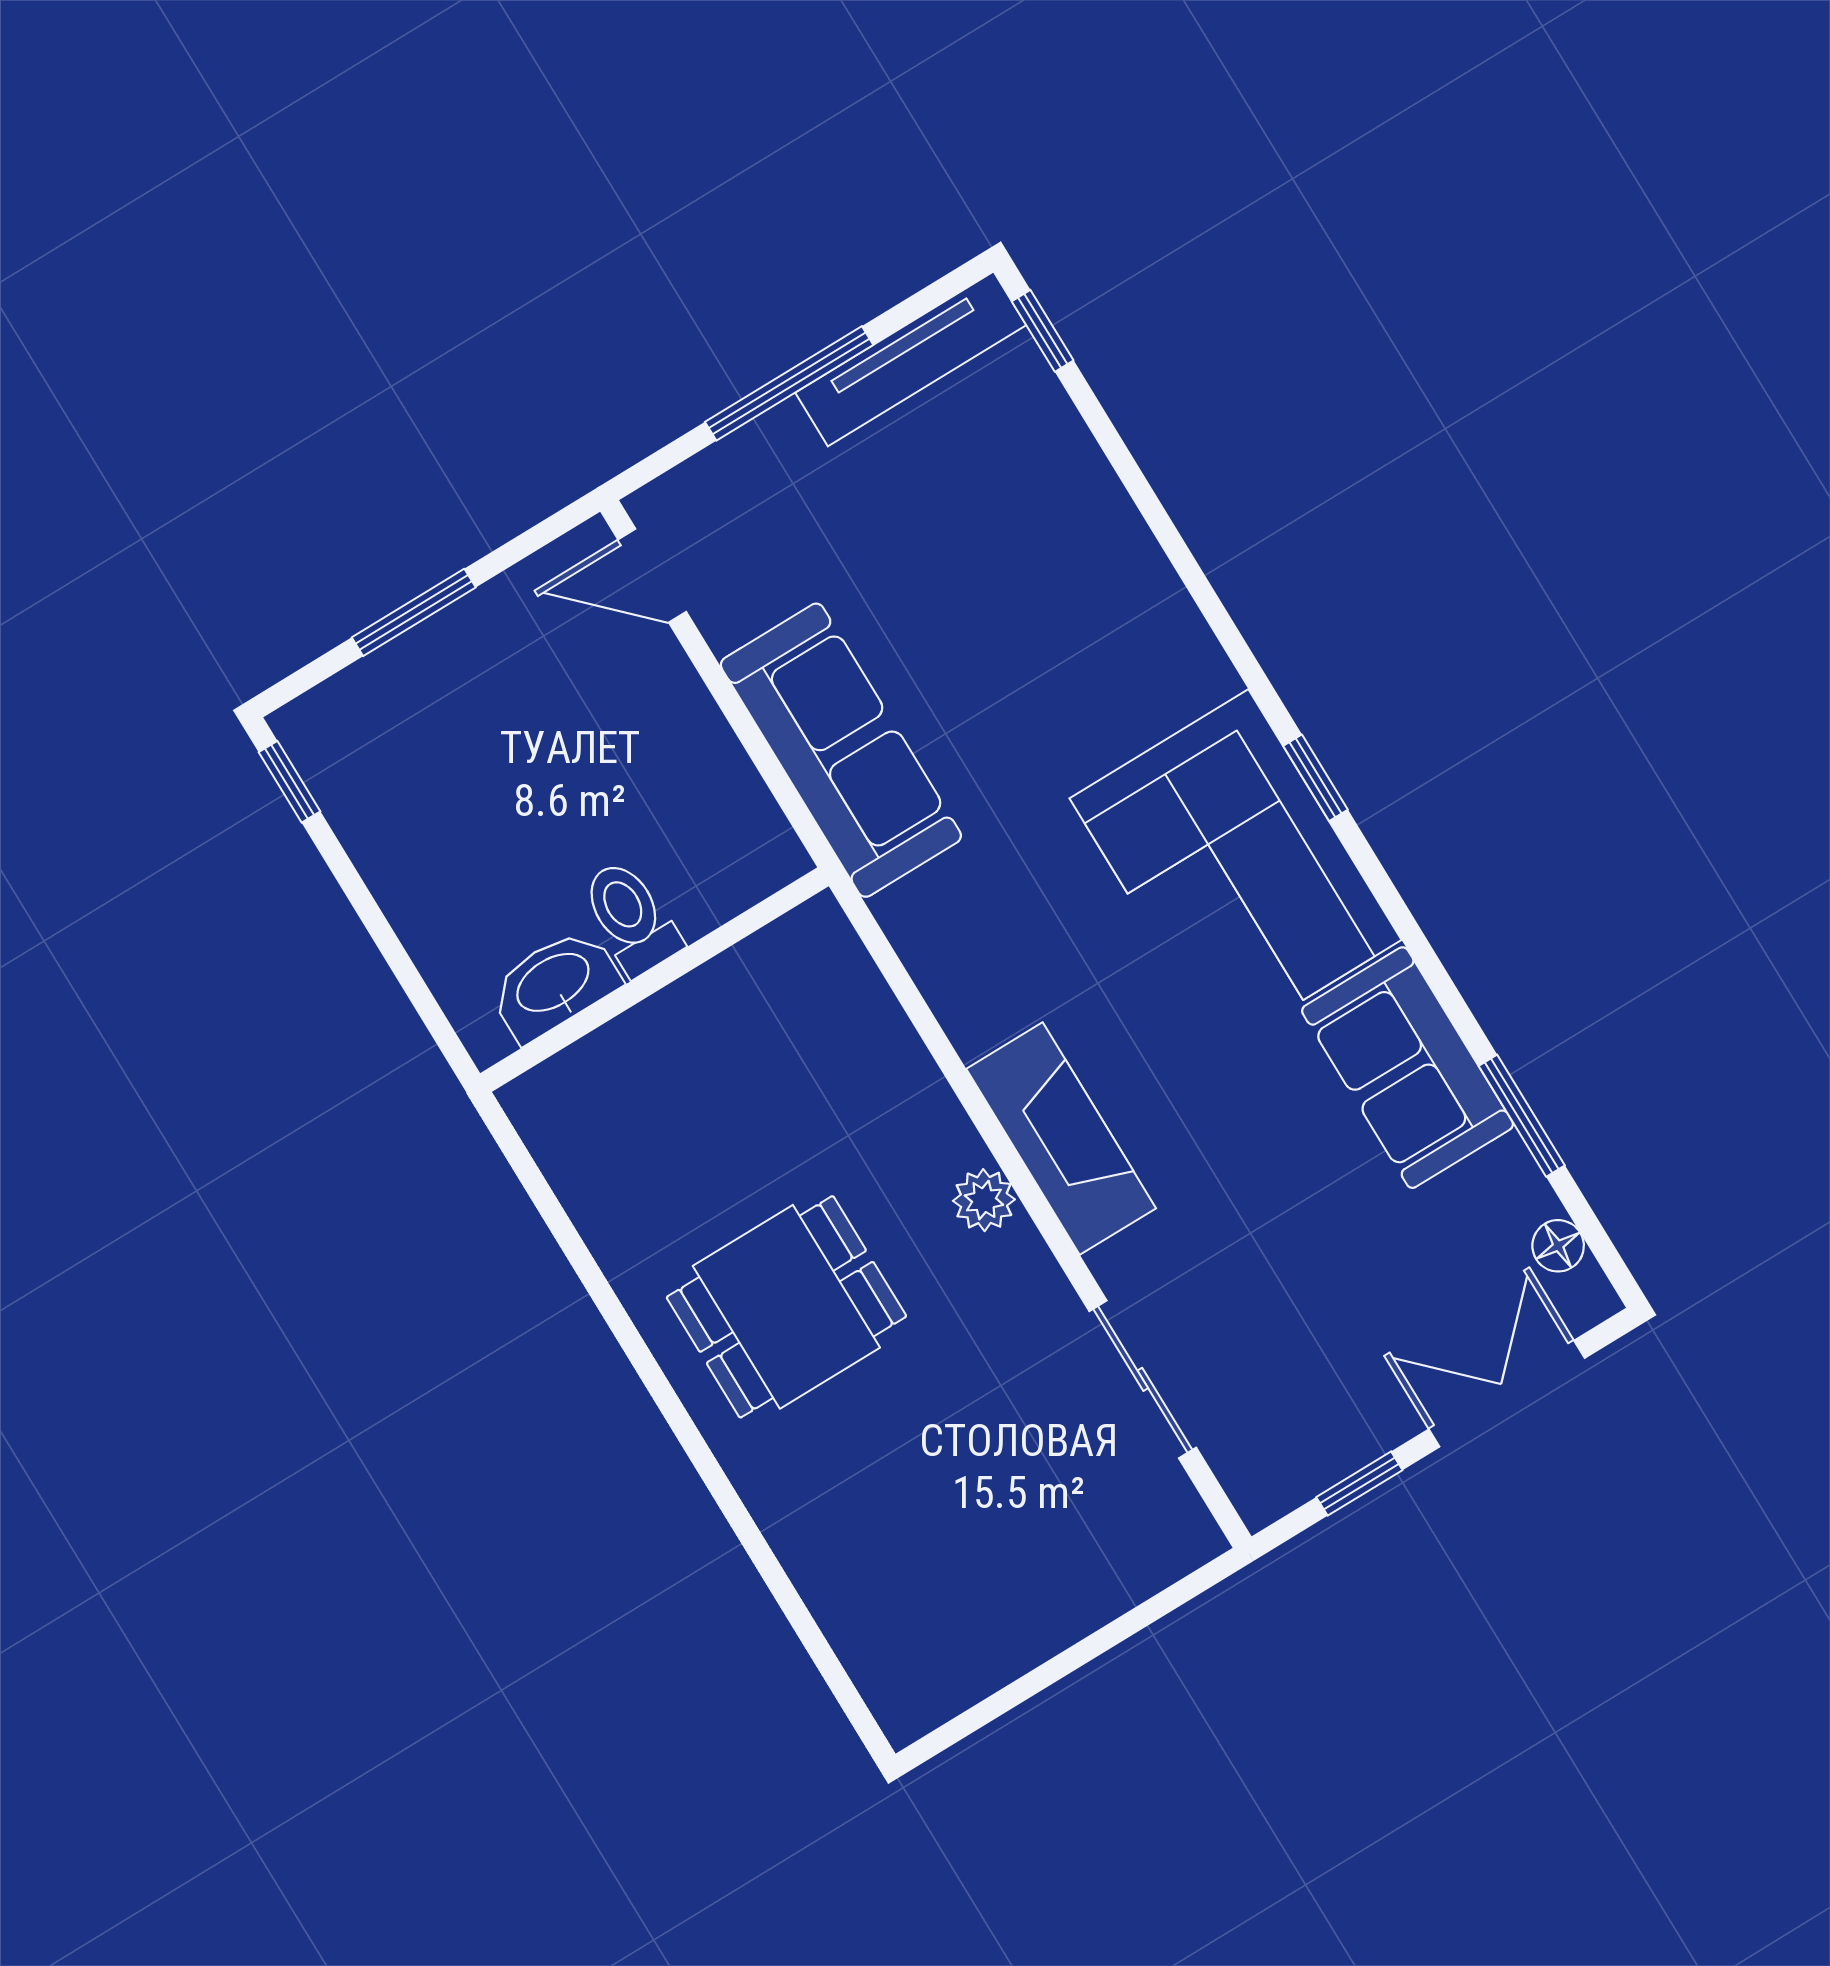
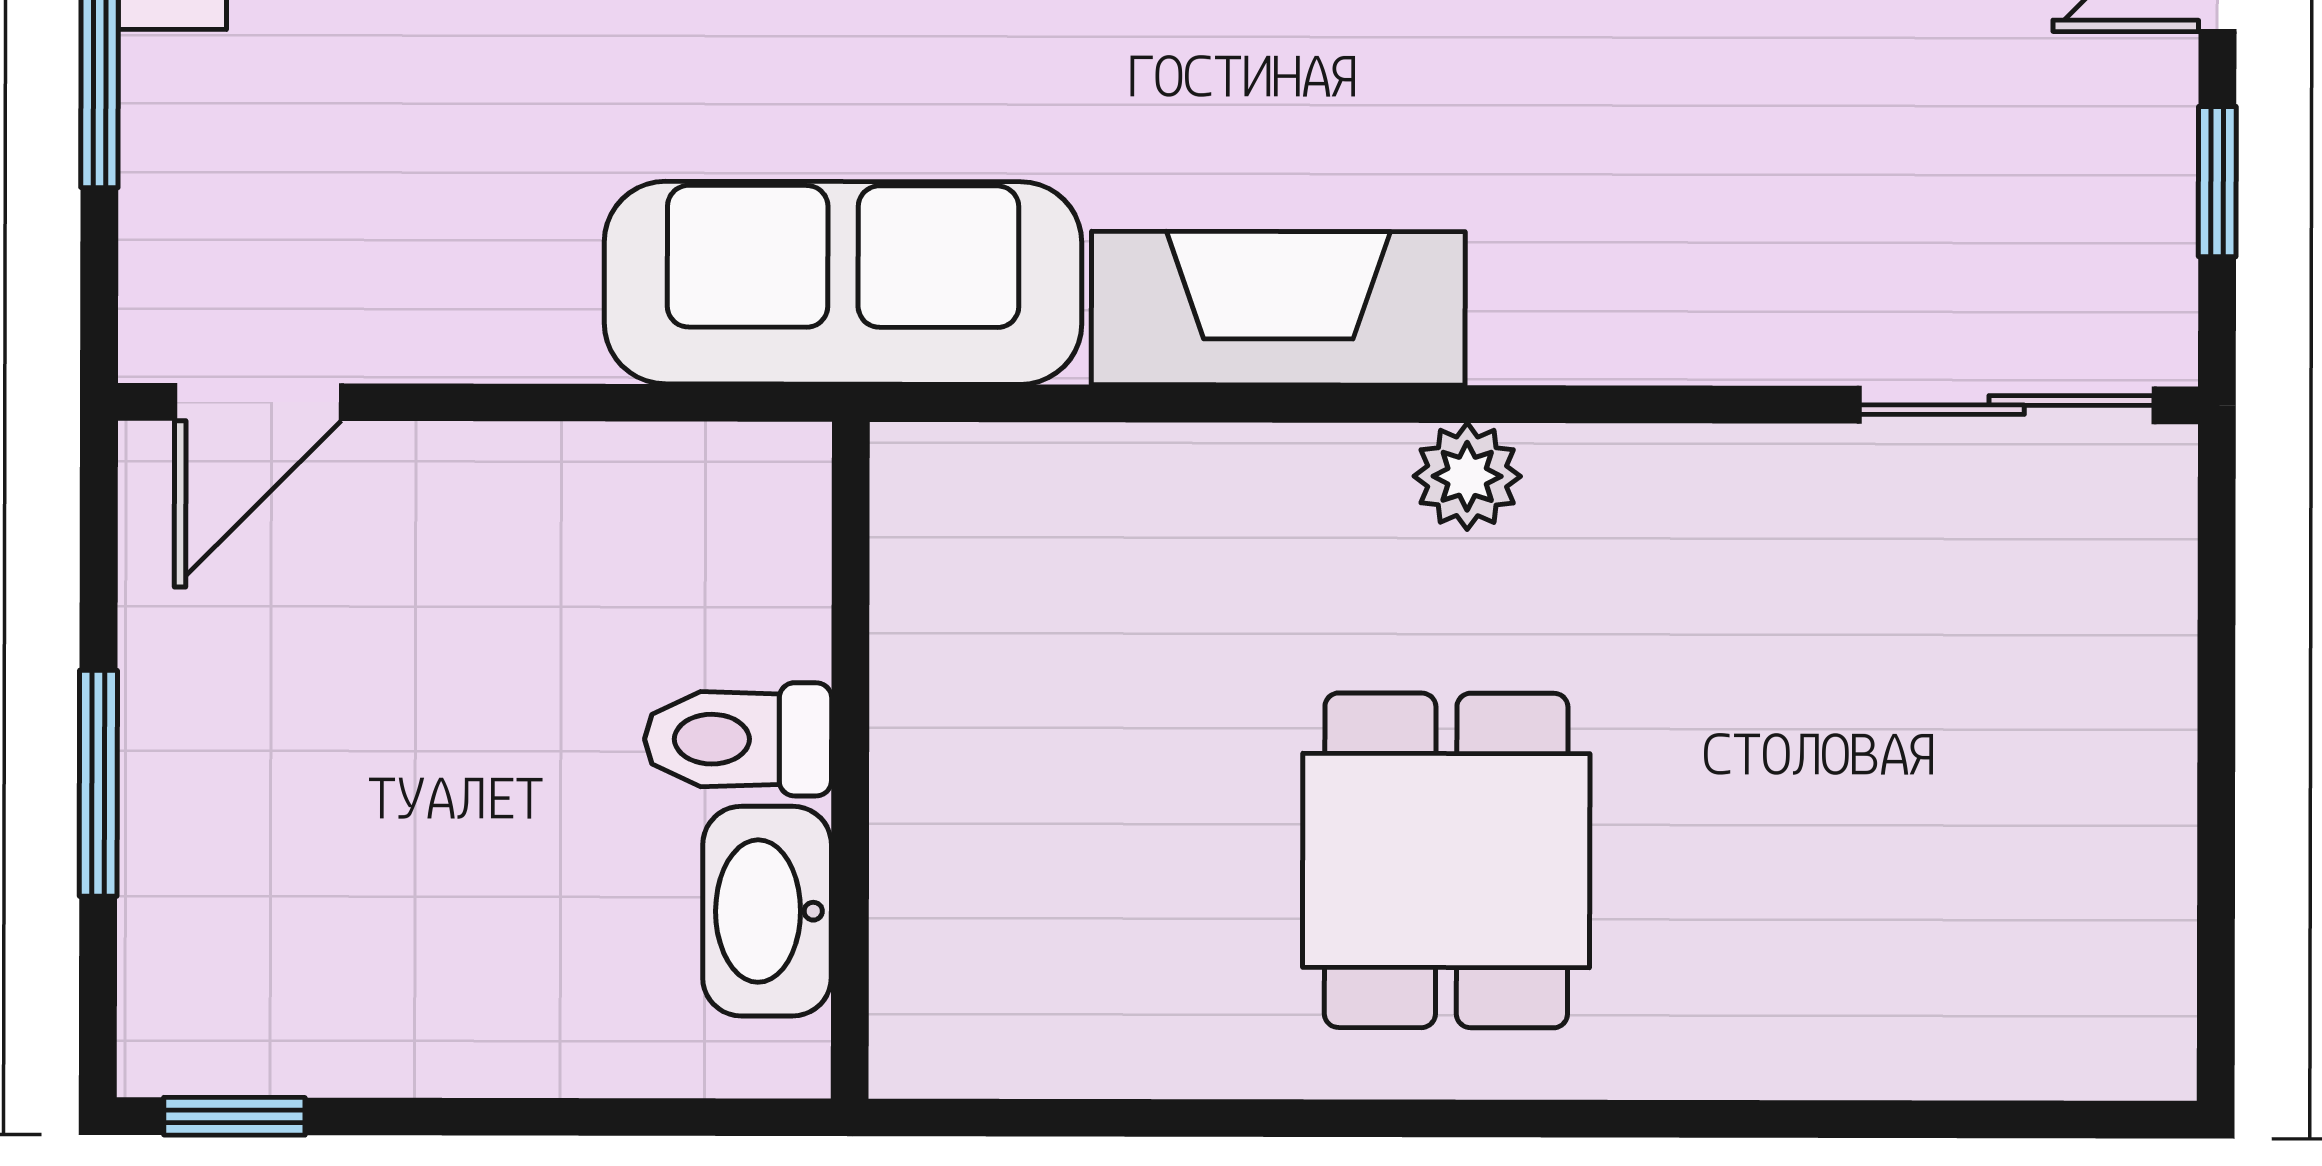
sofa: (841, 750) -> (843, 283), moved
fireplace: (1061, 1139) -> (1278, 308), moved
sliding door: (1143, 1379) -> (2007, 405), moved

